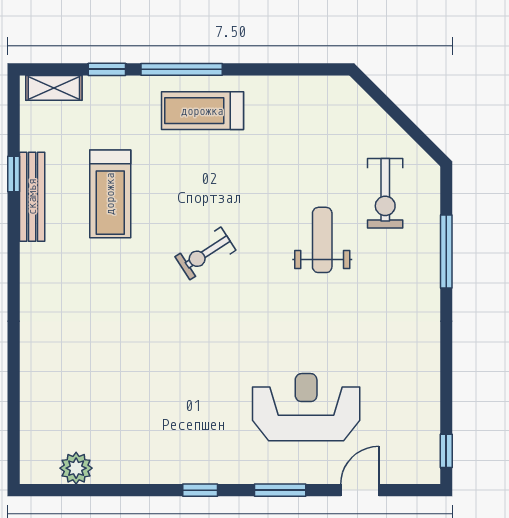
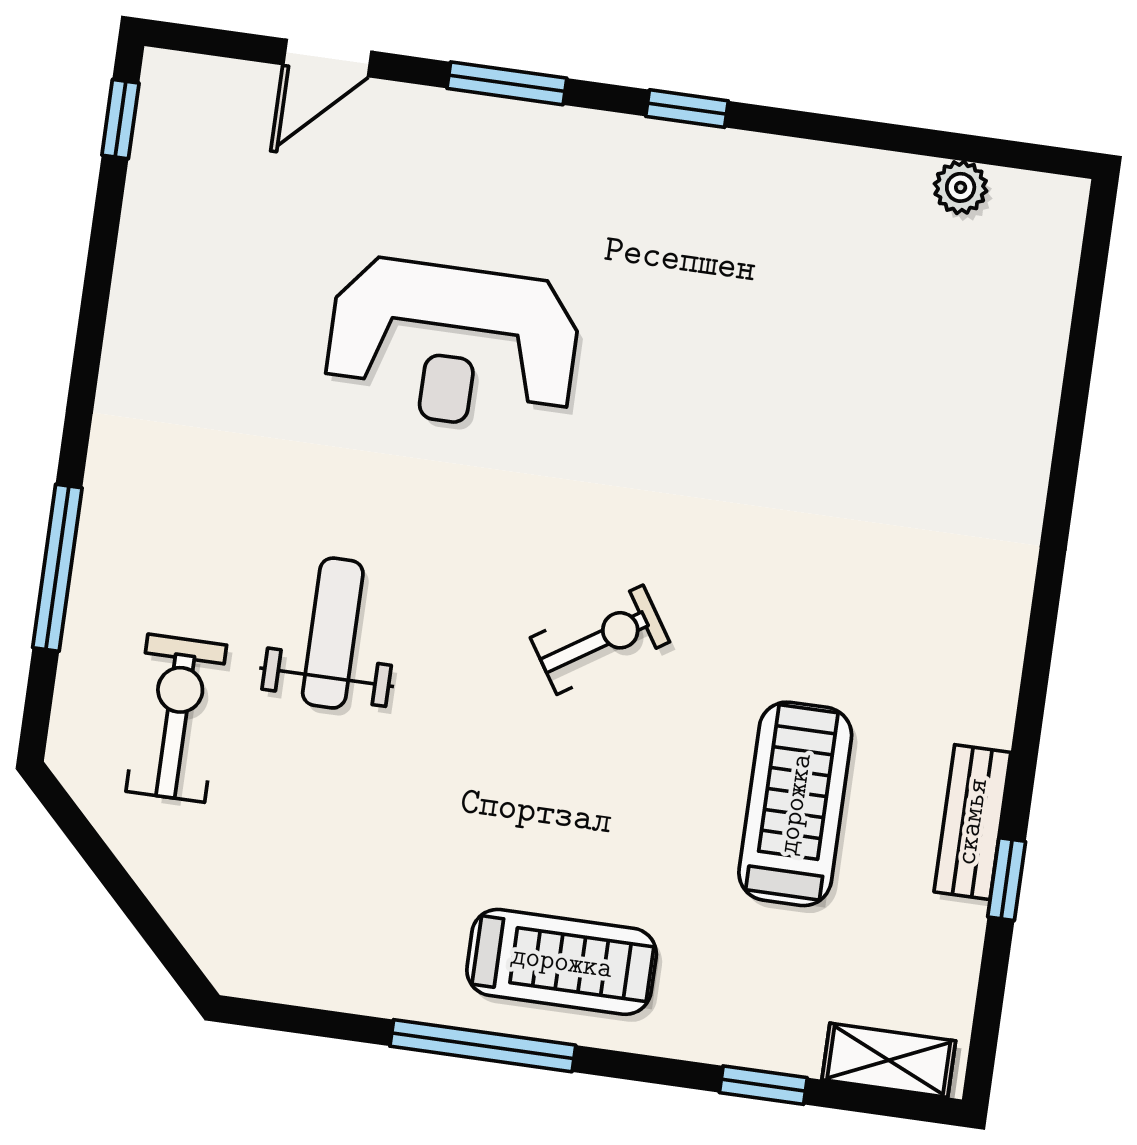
window: (182, 69) -> (483, 1046), moved
bench: (32, 197) -> (972, 822), width x0.73
weight bench: (322, 240) -> (333, 633), turned 180
reception desk: (306, 407) -> (452, 345), moved
plant: (76, 468) -> (961, 187), width x0.73, depth x0.73

